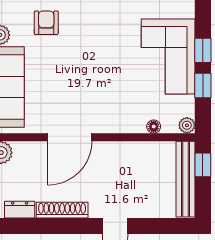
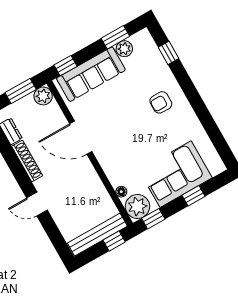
armchair: (46, 23) -> (161, 102), moved, turned 180
window: (203, 85) -> (153, 219), moved
plant: (187, 125) -> (137, 206), width x1.88, depth x1.88

